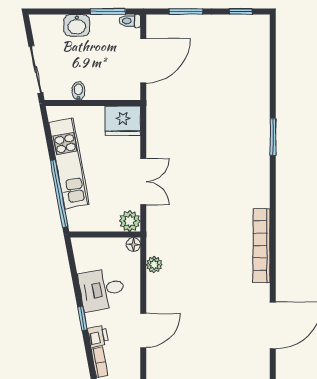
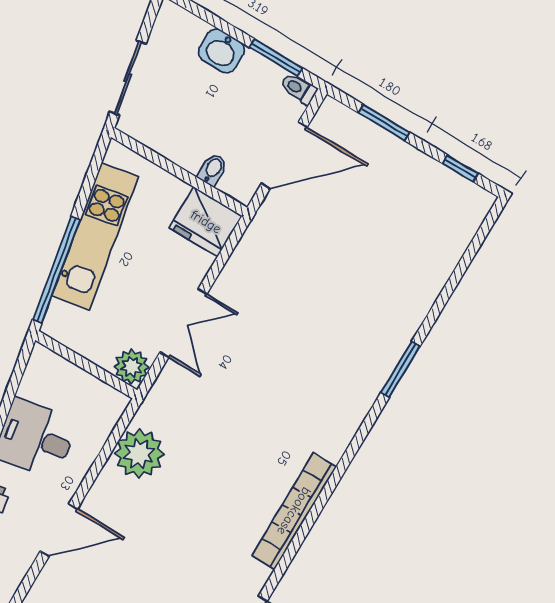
bidet: (78, 91) -> (213, 170), moved
floor lamp: (133, 244) -> (117, 402), removed
plant: (154, 265) -> (139, 454), width x1.87, depth x1.87

